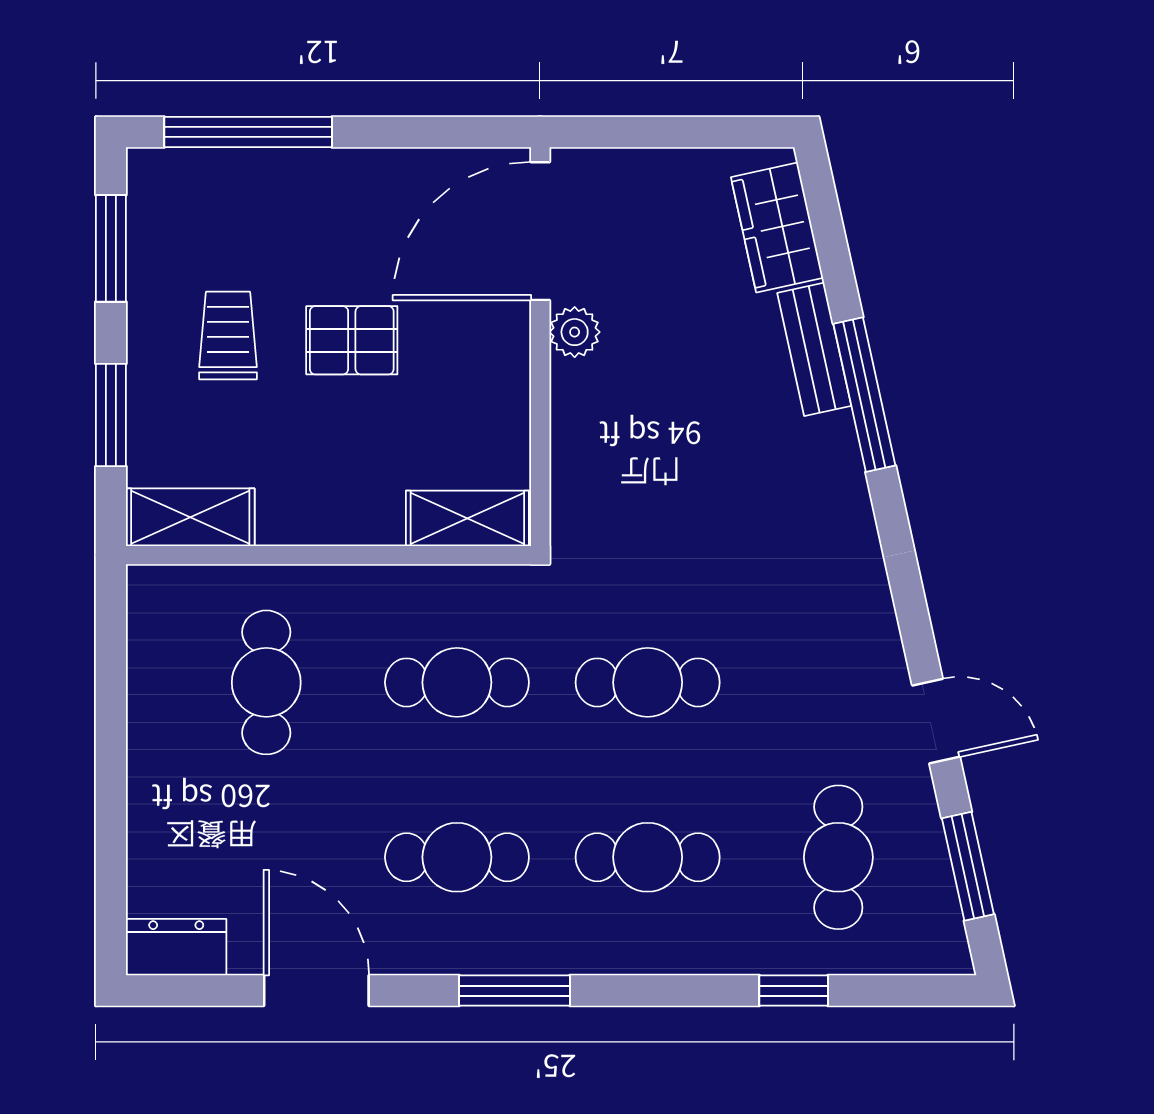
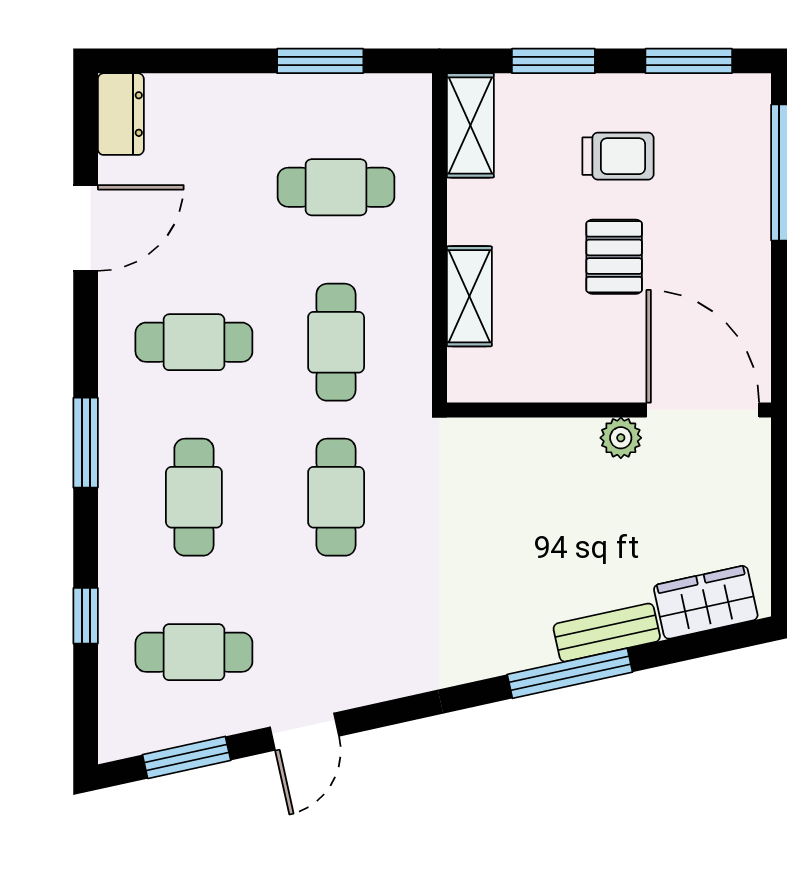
shelving: (467, 518) -> (469, 296), moved
window: (111, 702) -> (320, 61), added
cafe table: (457, 857) -> (194, 342), turned 90
window: (514, 991) -> (86, 443), moved

